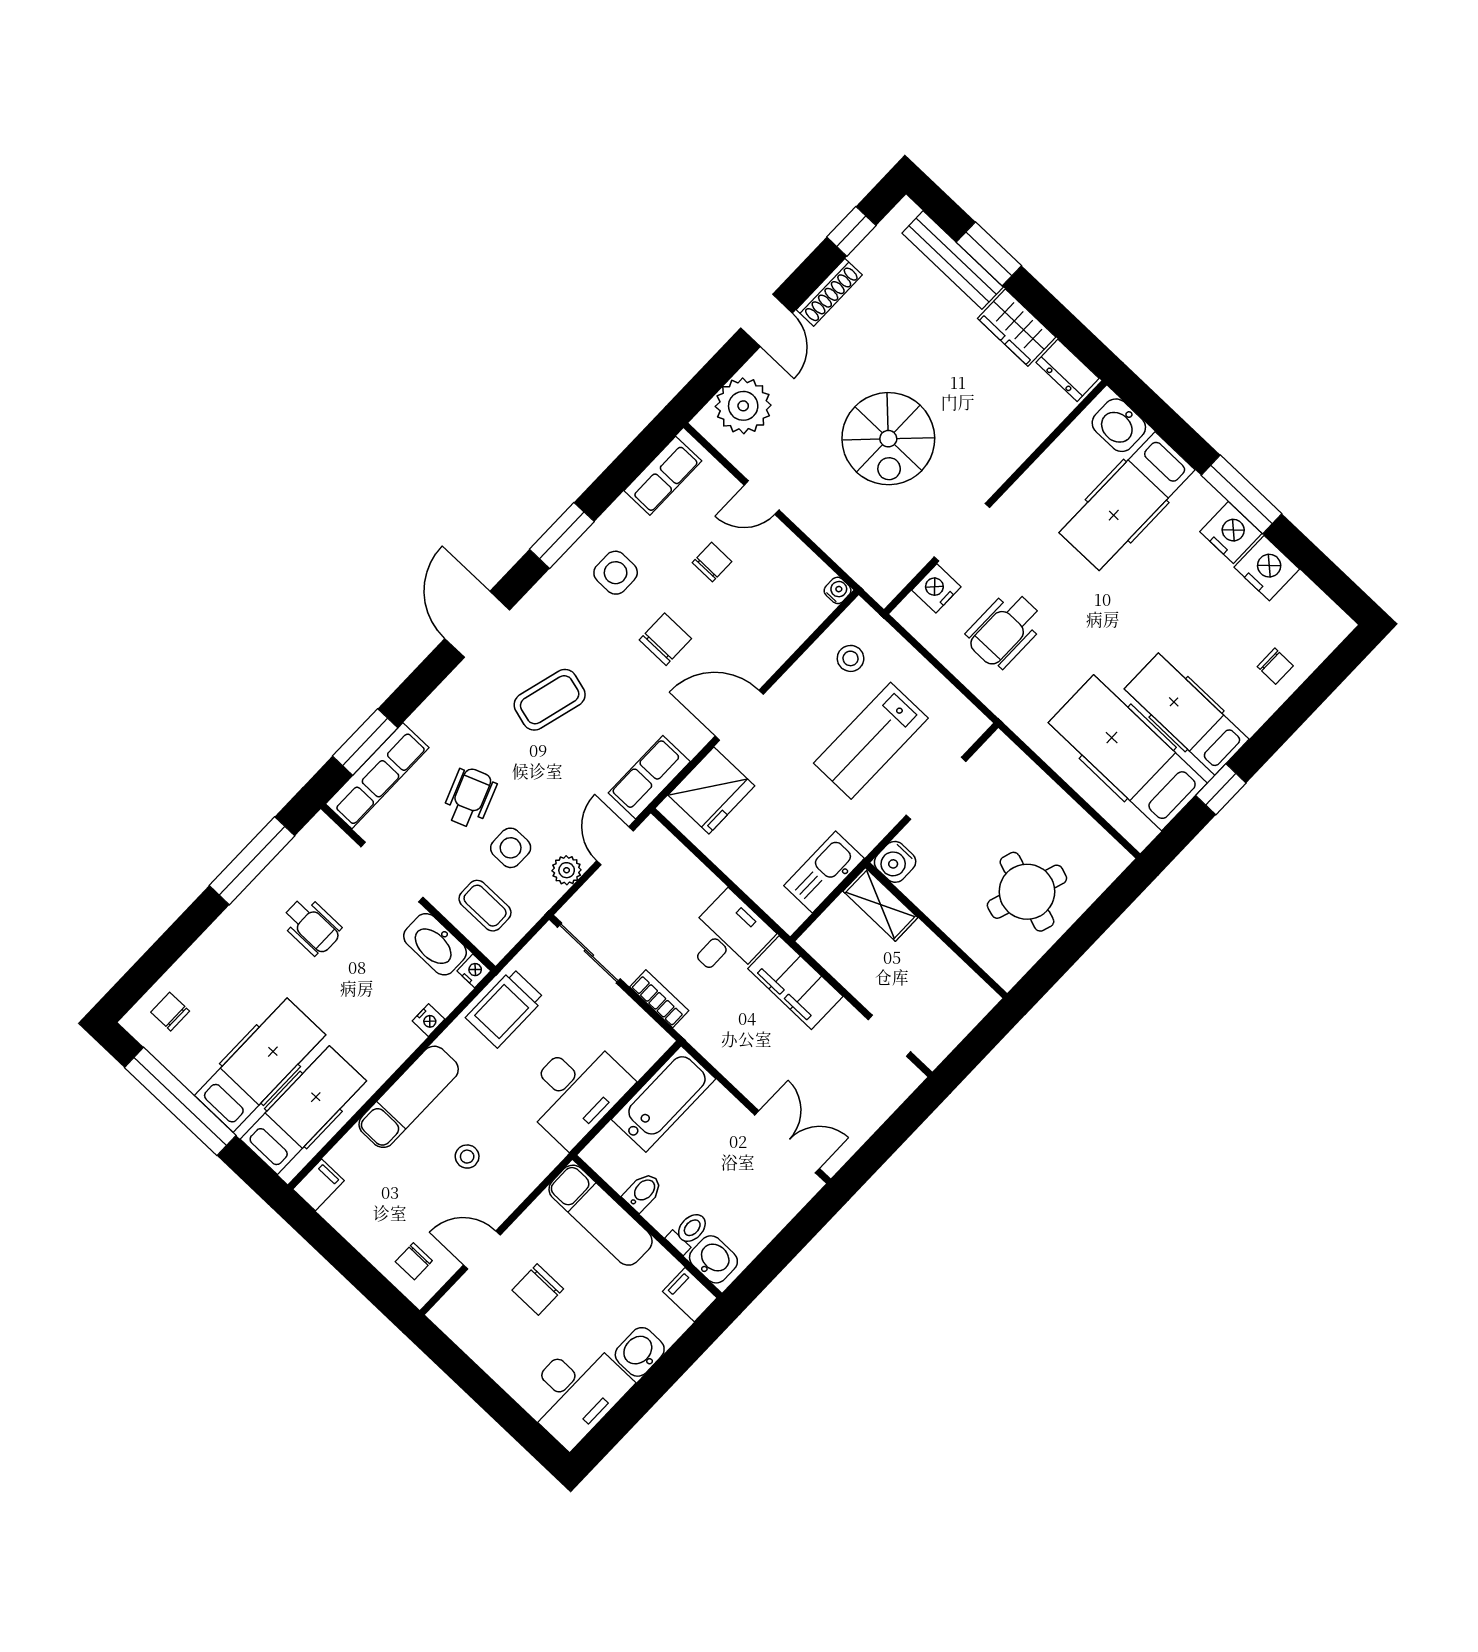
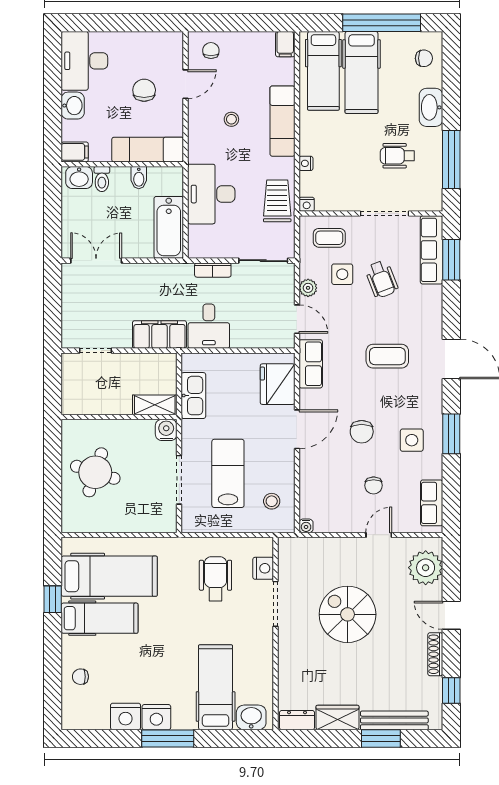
coffee table: (550, 700) -> (387, 356), turned 75
washbasin: (435, 944) -> (431, 107), moved, turned -90
double door: (787, 1142) -> (96, 261), swing flipped

